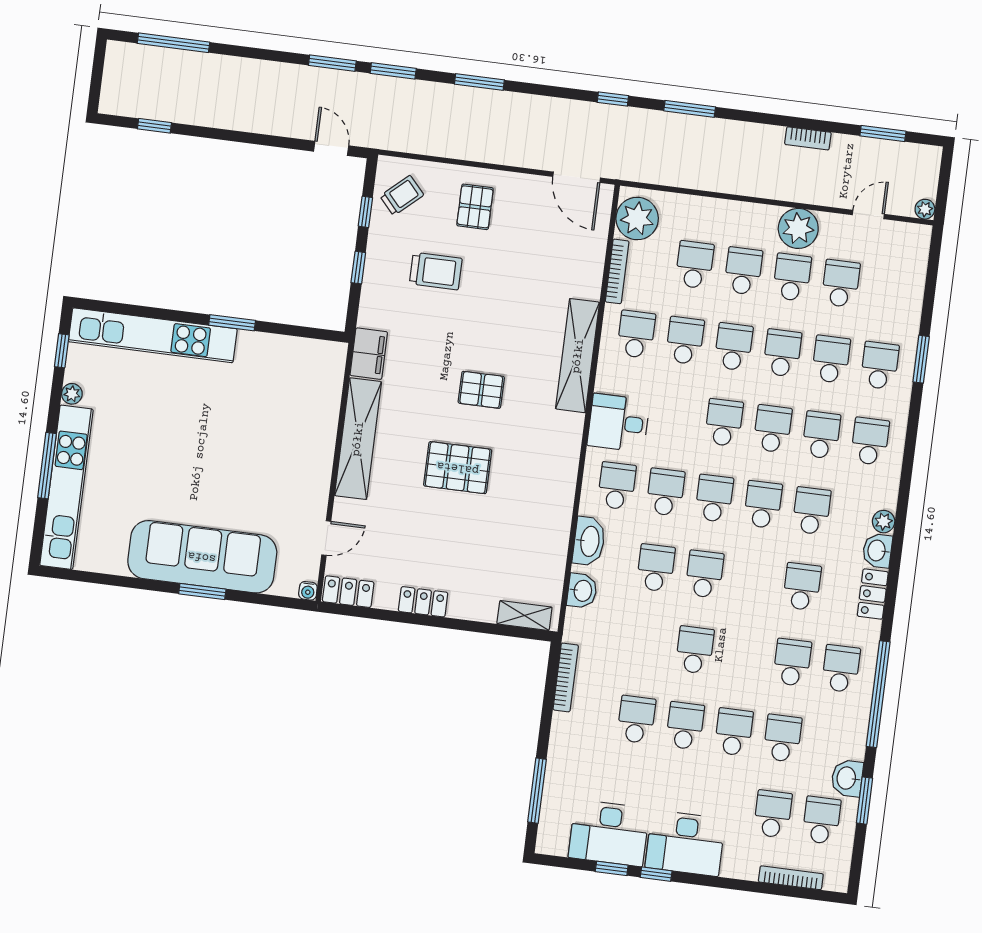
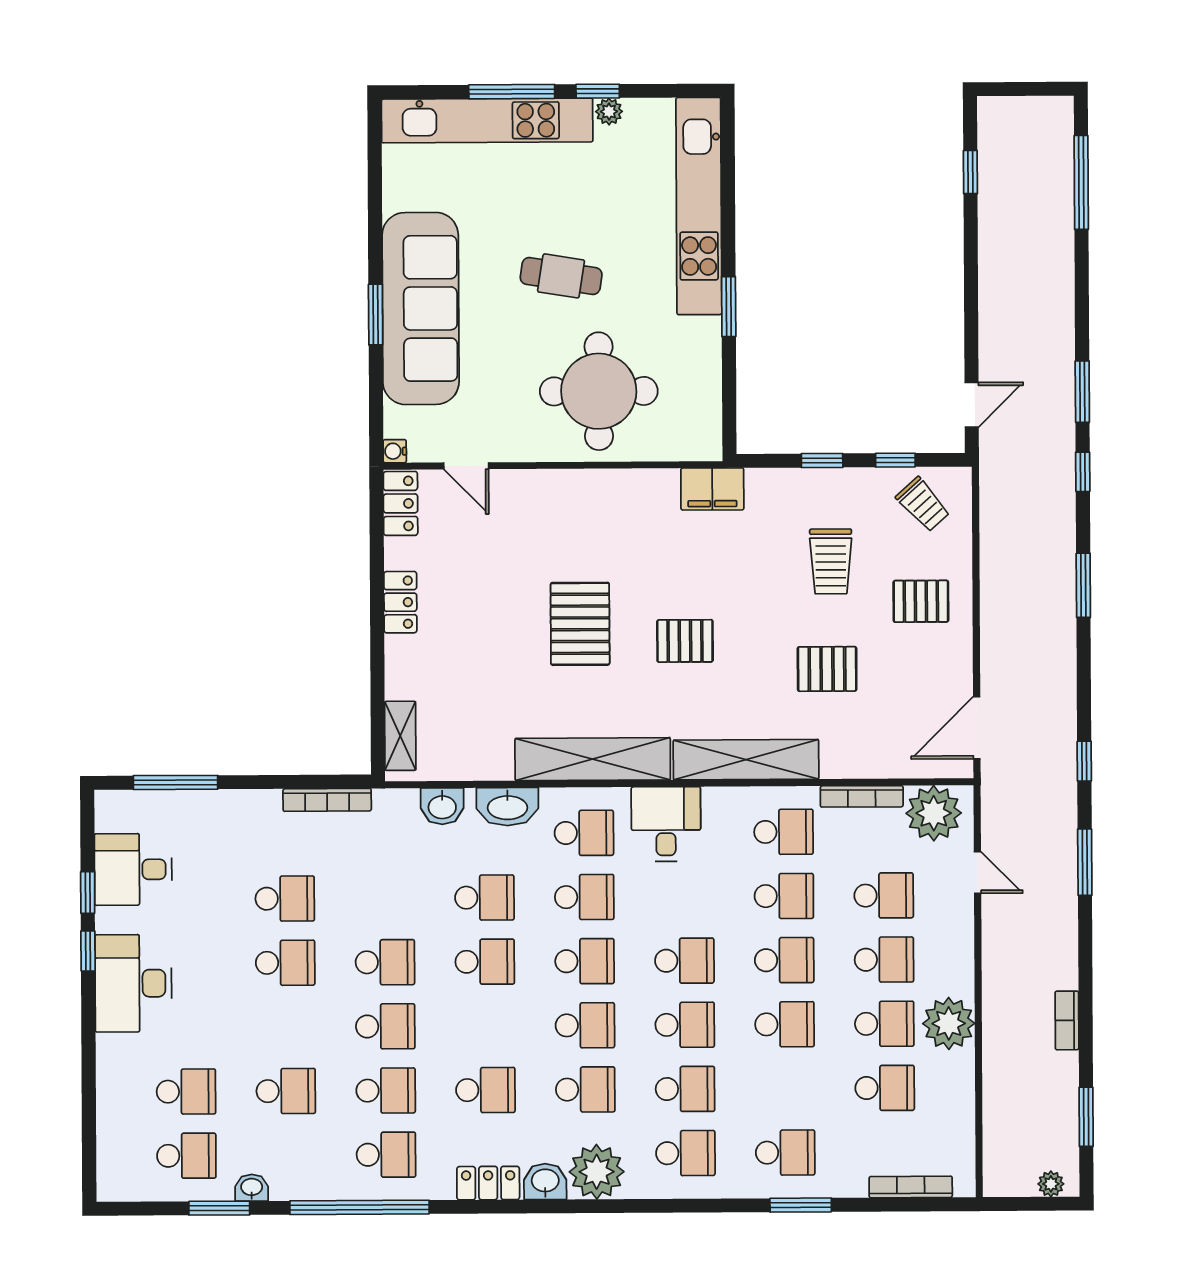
window: (393, 71) -> (1083, 472), width x0.67
plant: (925, 209) -> (1051, 1184), moved
door: (868, 215) -> (978, 873), moved
pallet: (517, 285) -> (827, 669), added
window: (62, 351) -> (598, 91), moved
school desk: (831, 359) -> (785, 1088), removed
pallet: (481, 390) -> (685, 641), turned 90
round table: (283, 430) -> (599, 391), added
shelving: (358, 439) -> (593, 759), moved
cafe table: (192, 447) -> (561, 276), added
plant: (884, 522) -> (597, 1172), width x1.87, depth x1.87
school desk: (734, 732) -> (385, 1026), moved
washbasin: (847, 778) -> (252, 1188), width x0.72, depth x0.69
desk: (609, 833) -> (133, 869), width x0.73
bookcase: (791, 878) -> (911, 1187), moved, turned -90

